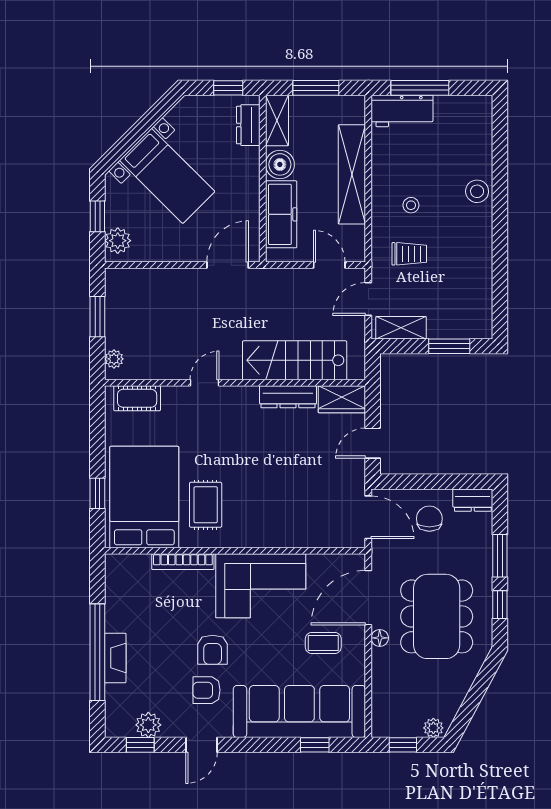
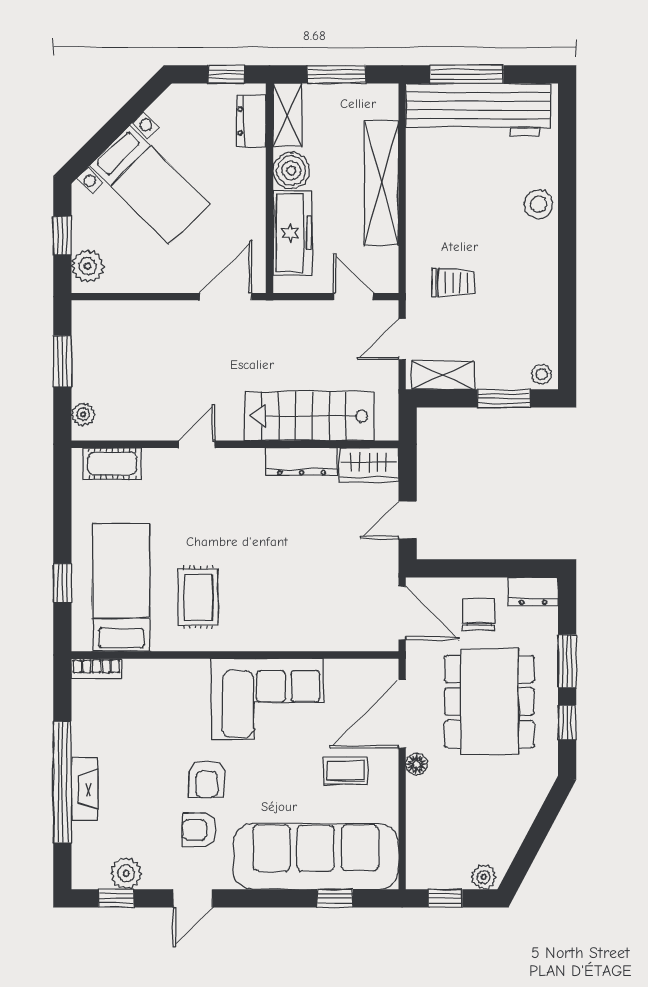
workbench: (402, 111) -> (478, 110), width x1.88, depth x1.32
stool: (411, 205) -> (541, 374), moved
bed: (144, 497) -> (121, 588), width x0.67
bookcase: (183, 562) -> (96, 669), moved, width x0.64
dining table: (437, 616) -> (489, 702), moved

